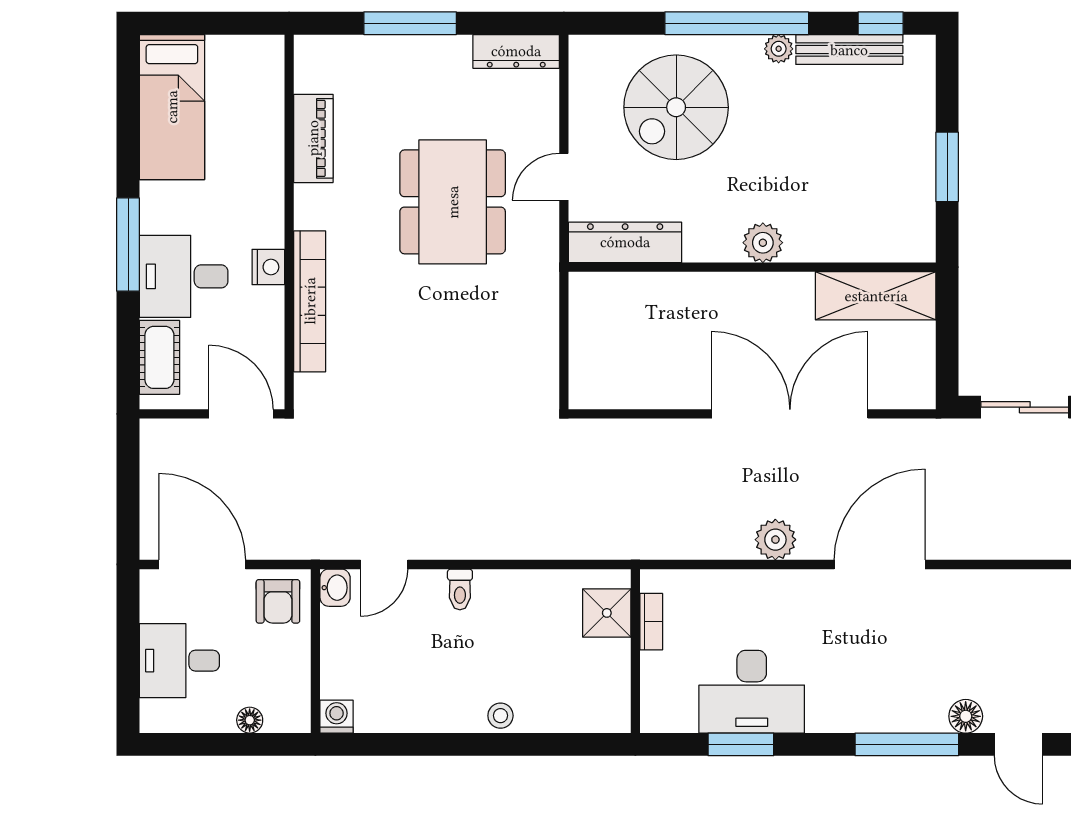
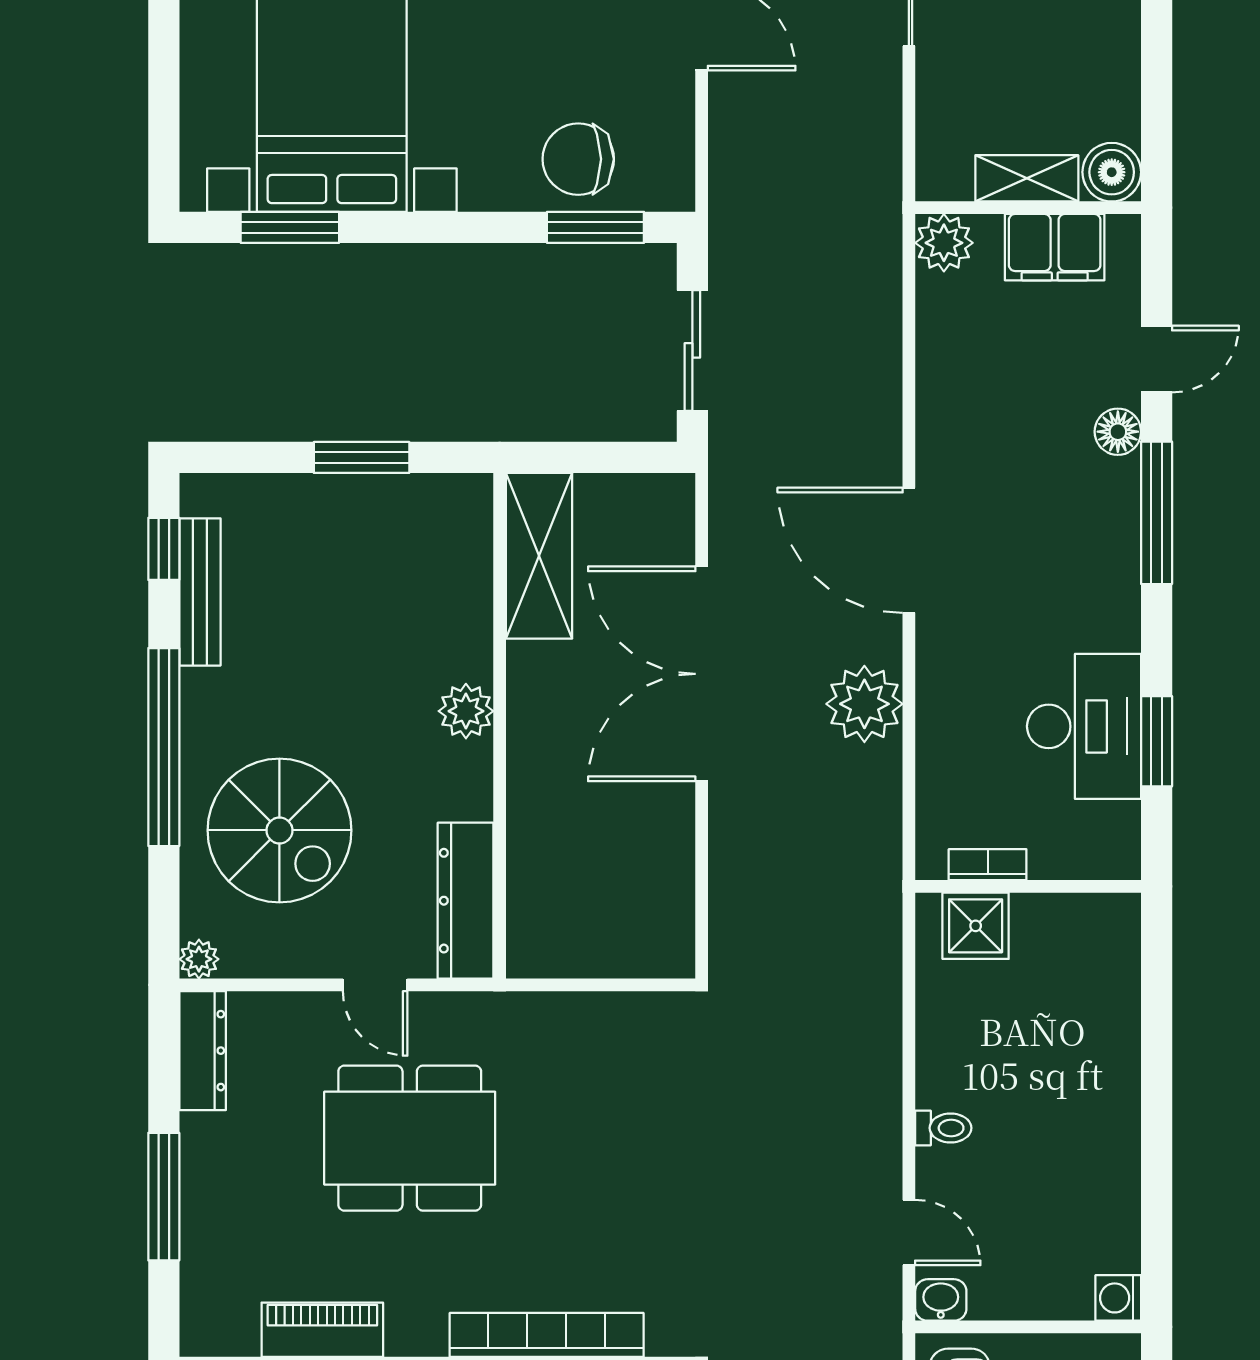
plant: (779, 49) -> (199, 959), moved
plant: (775, 540) -> (864, 704), width x1.36, depth x1.36
stool: (500, 716) -> (1117, 1072), removed

